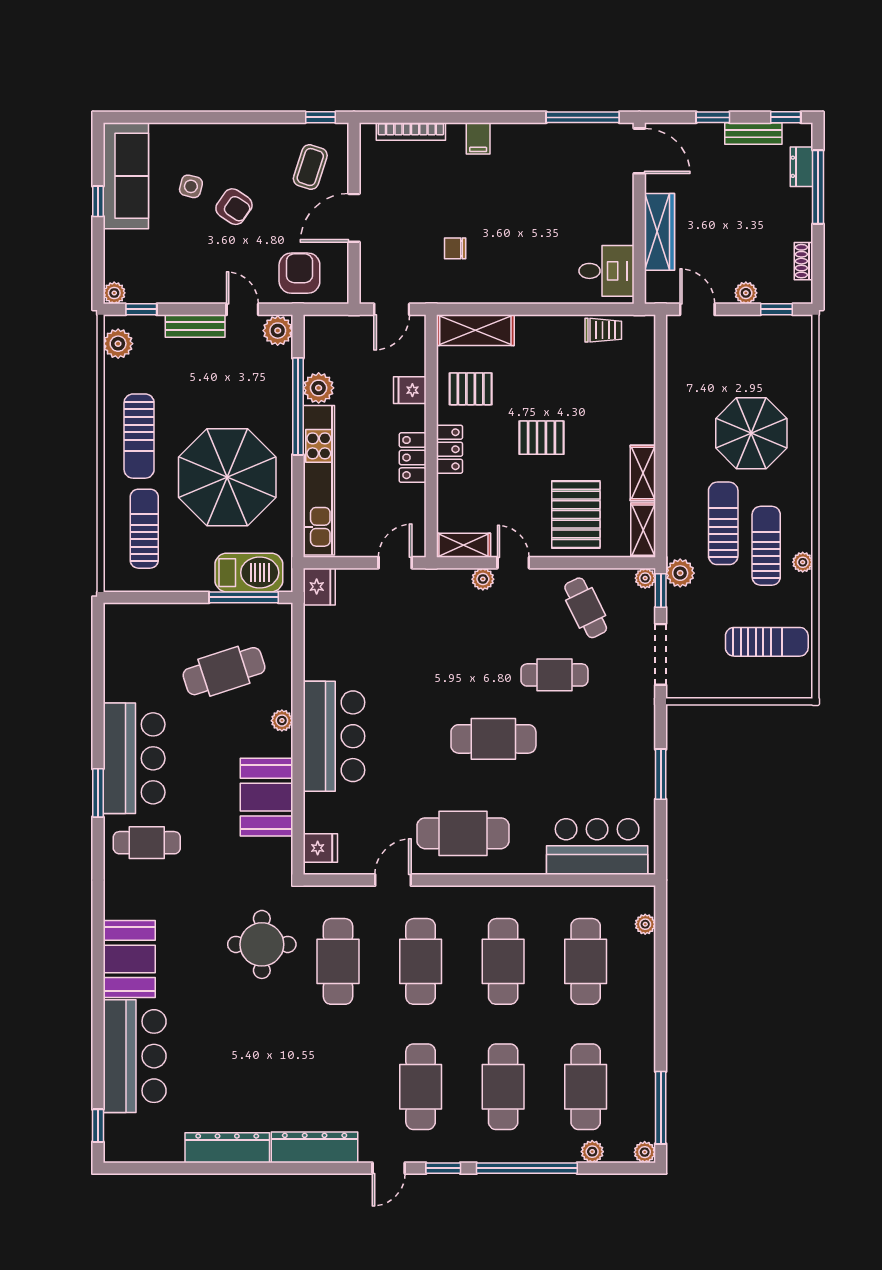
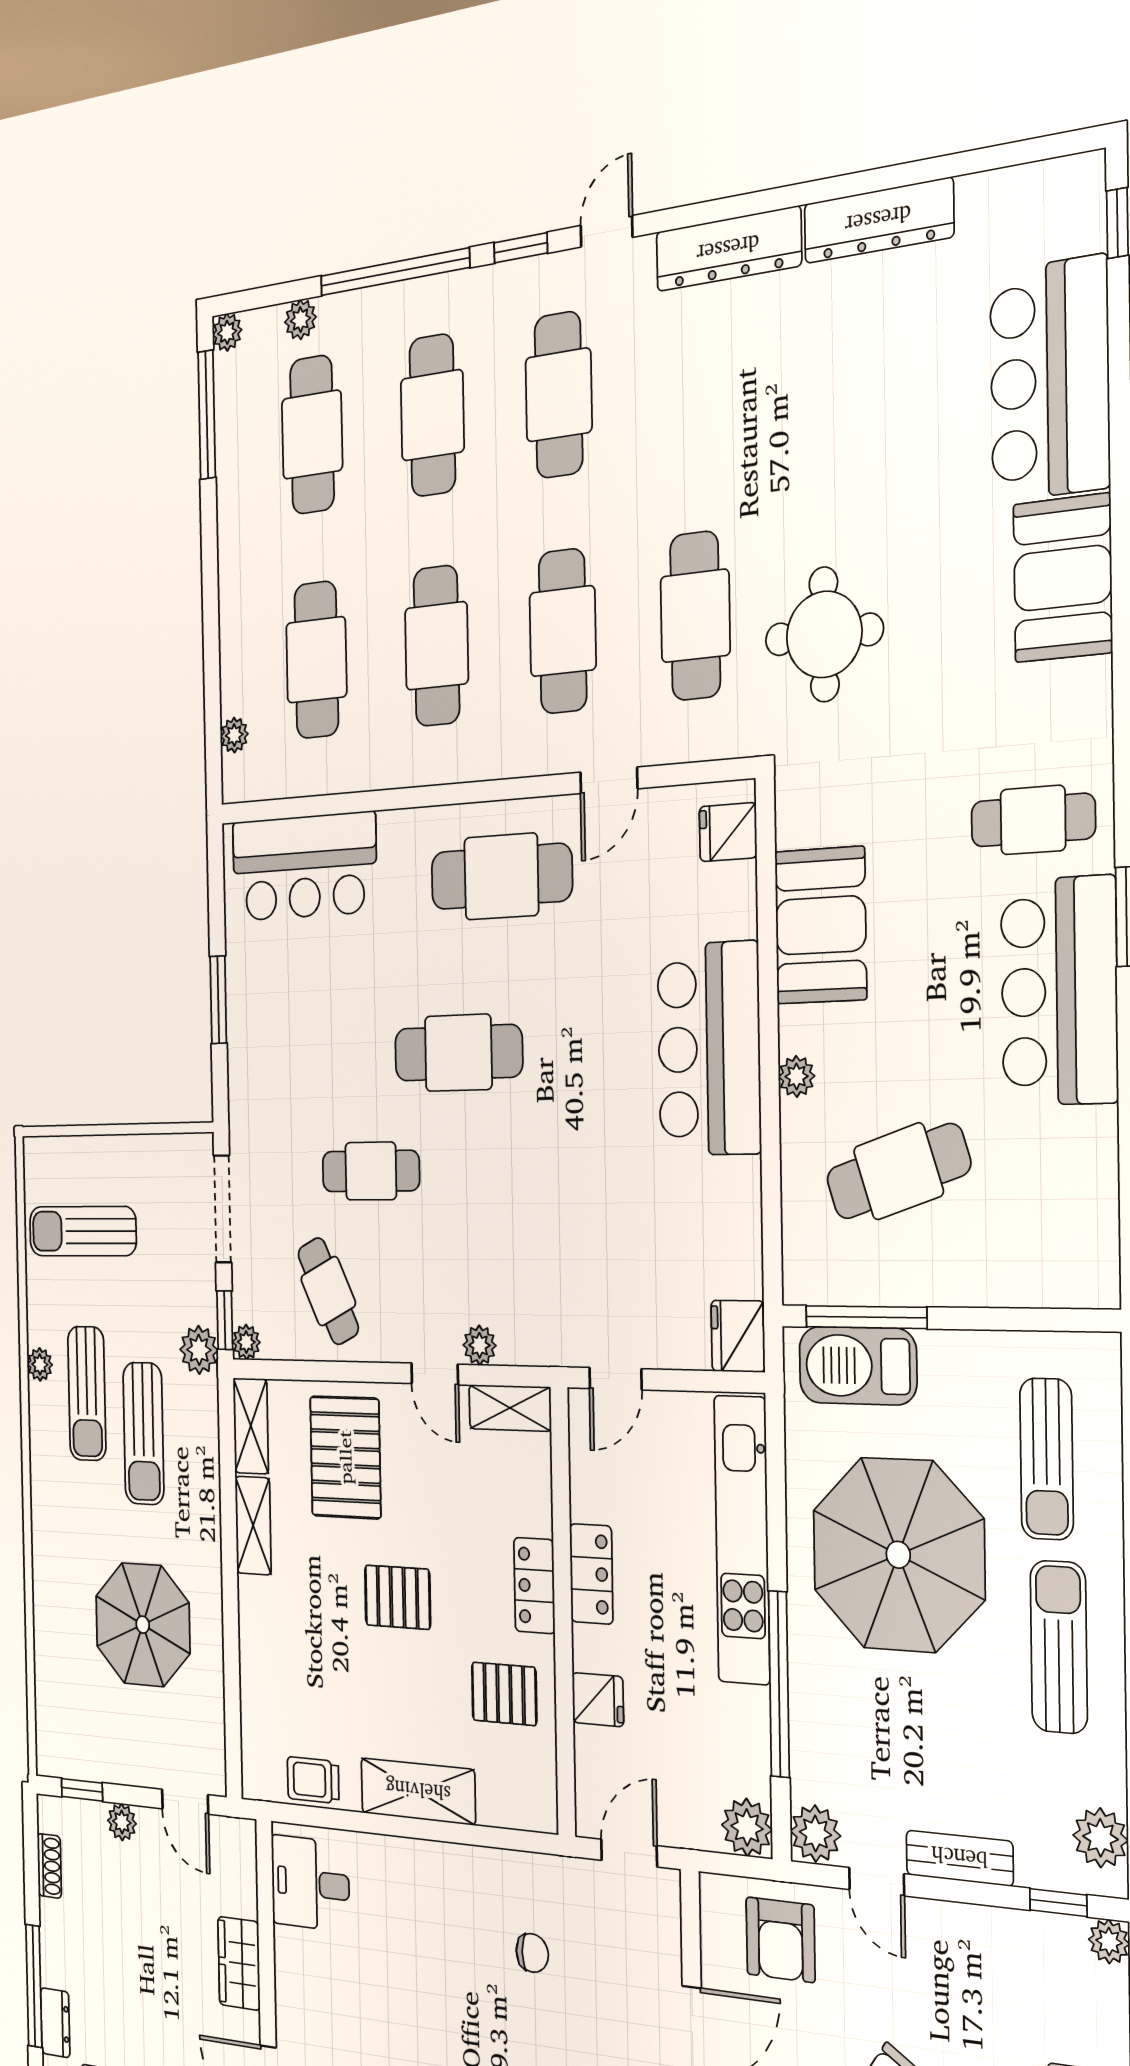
wardrobe: (660, 232) -> (239, 1963), width x0.67
shelving: (475, 330) -> (418, 1791), moved
plant: (319, 388) -> (747, 1827), moved
parasol: (751, 433) -> (143, 1625), moved

